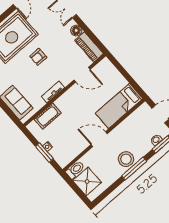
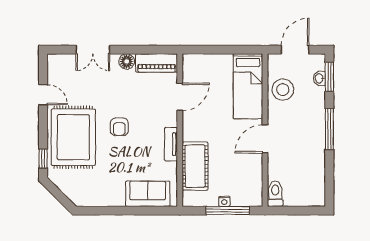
cot: (48, 116) -> (195, 166), width x1.37, depth x1.34
window: (44, 153) -> (228, 211), width x1.44
stool: (126, 159) -> (283, 90), moved
shower: (87, 181) -> (299, 192), removed

